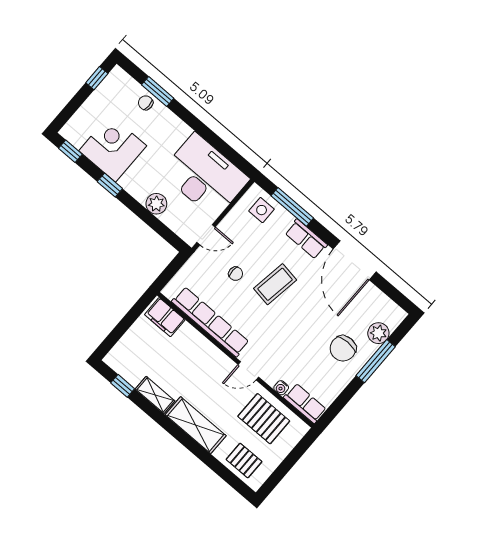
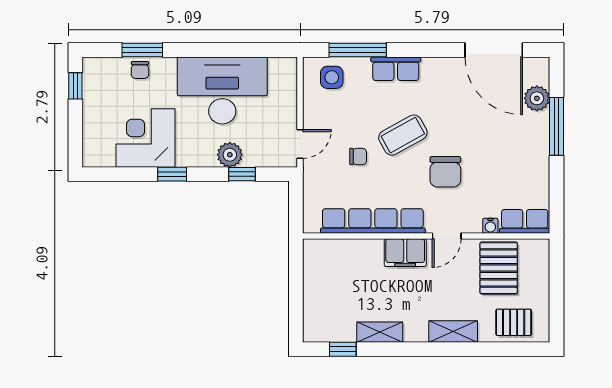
chair: (146, 103) -> (140, 70), turned -90
window: (70, 151) -> (242, 174), moved
desk: (205, 176) -> (222, 90), moved
door: (355, 260) -> (494, 50), moved
coffee table: (275, 284) -> (403, 135), turned 52
filing cabinet: (165, 317) -> (405, 253), moved
chair: (343, 348) -> (445, 172), moved
pallet: (264, 419) -> (499, 268), turned 90
shelving: (196, 425) -> (453, 331), width x0.67, depth x0.75

